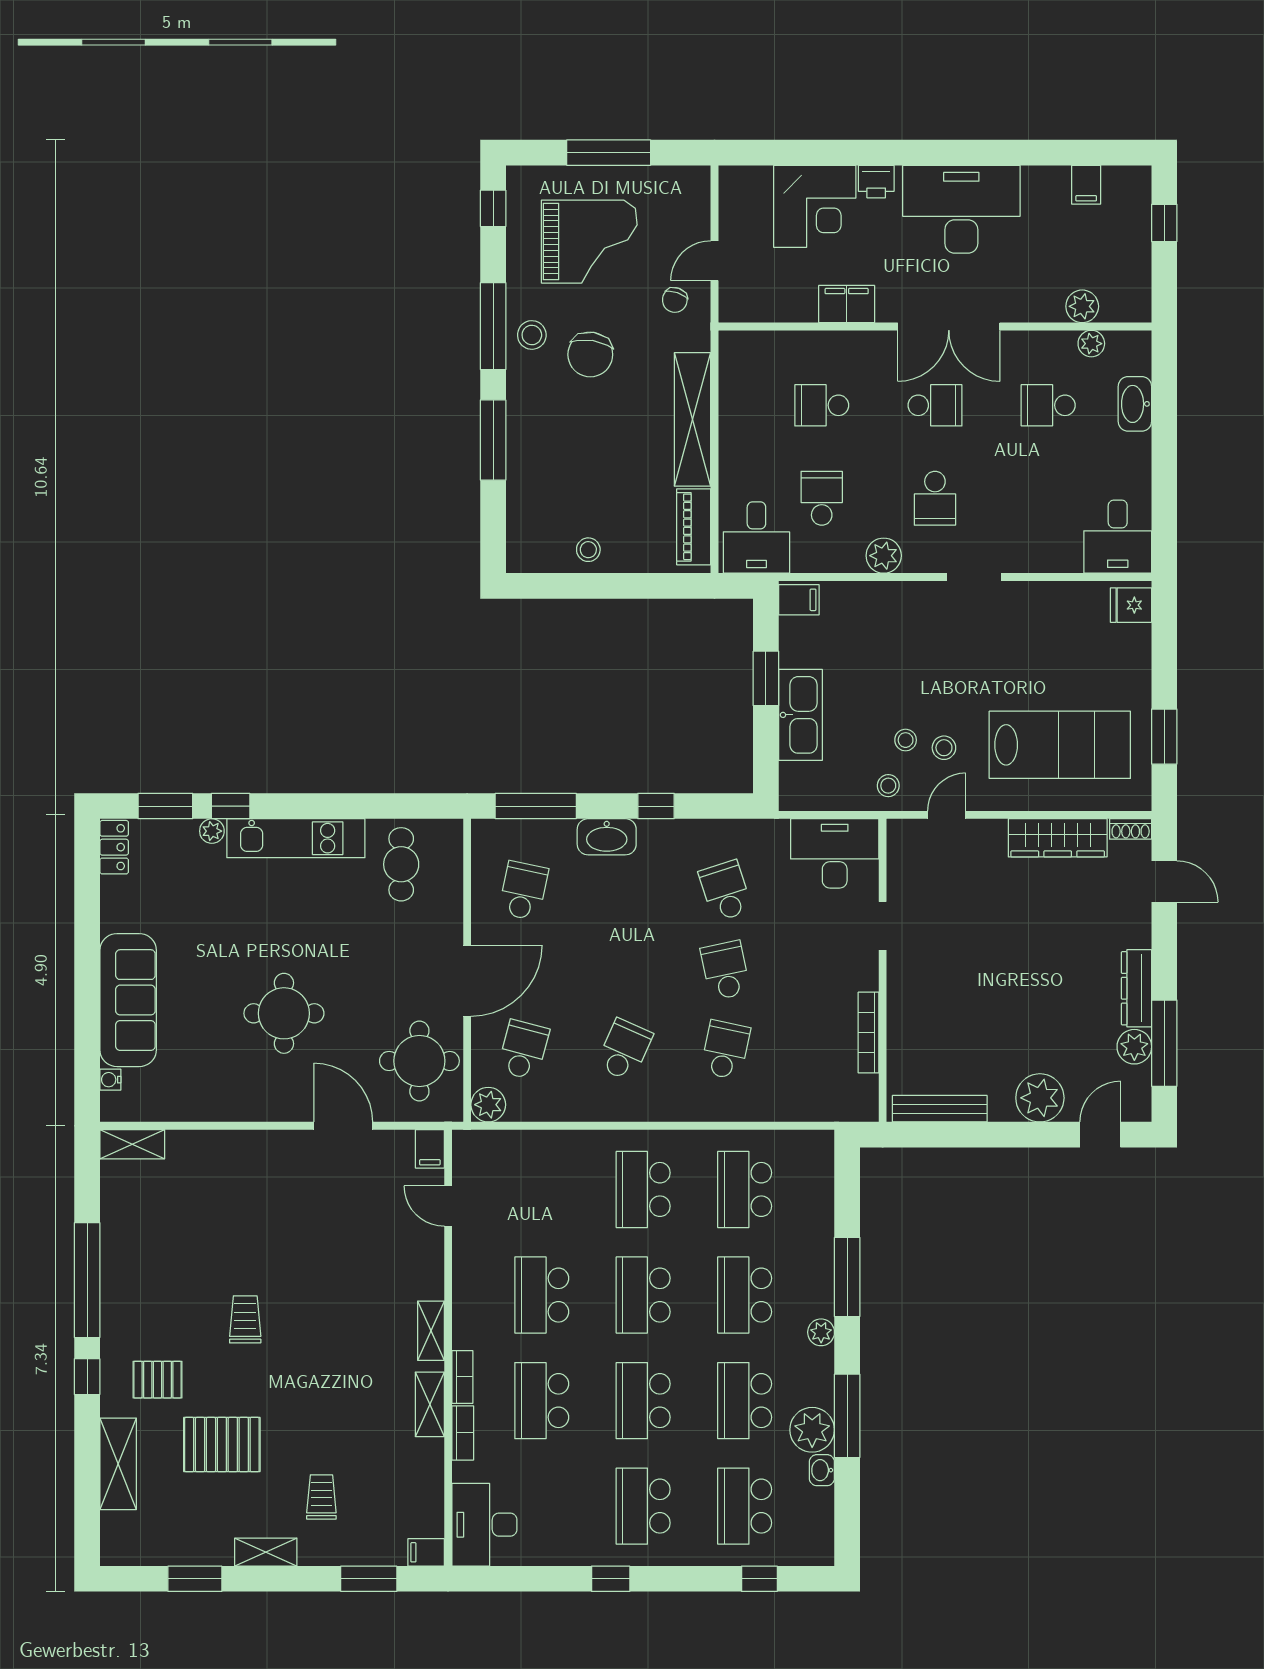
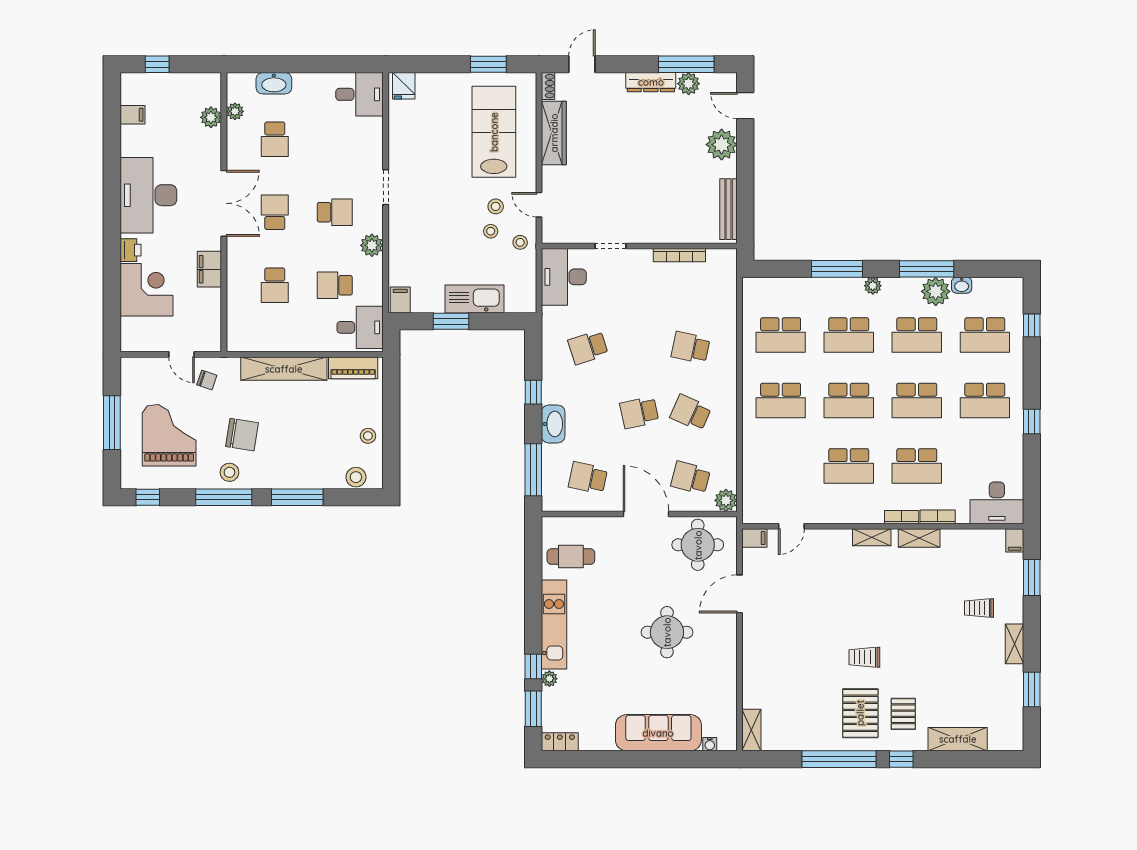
stool: (524, 531) -> (356, 477), added
school desk: (725, 970) -> (639, 413), moved
pallet: (222, 1445) -> (860, 713), moved

